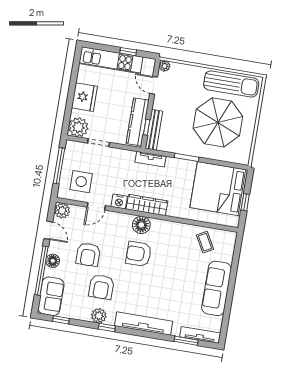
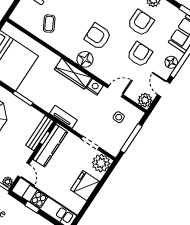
tv unit: (151, 159) -> (63, 117), moved
side table: (81, 182) -> (119, 117), width x0.54, depth x0.54
coffee table: (205, 242) -> (49, 24), moved
armchair: (139, 254) -> (98, 36), turned 180

